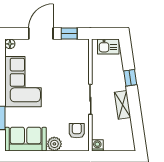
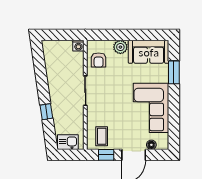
floor lamp: (10, 44) -> (151, 145), moved
coffee table: (74, 53) -> (102, 136), added
shelving: (123, 105) -> (54, 85), removed

